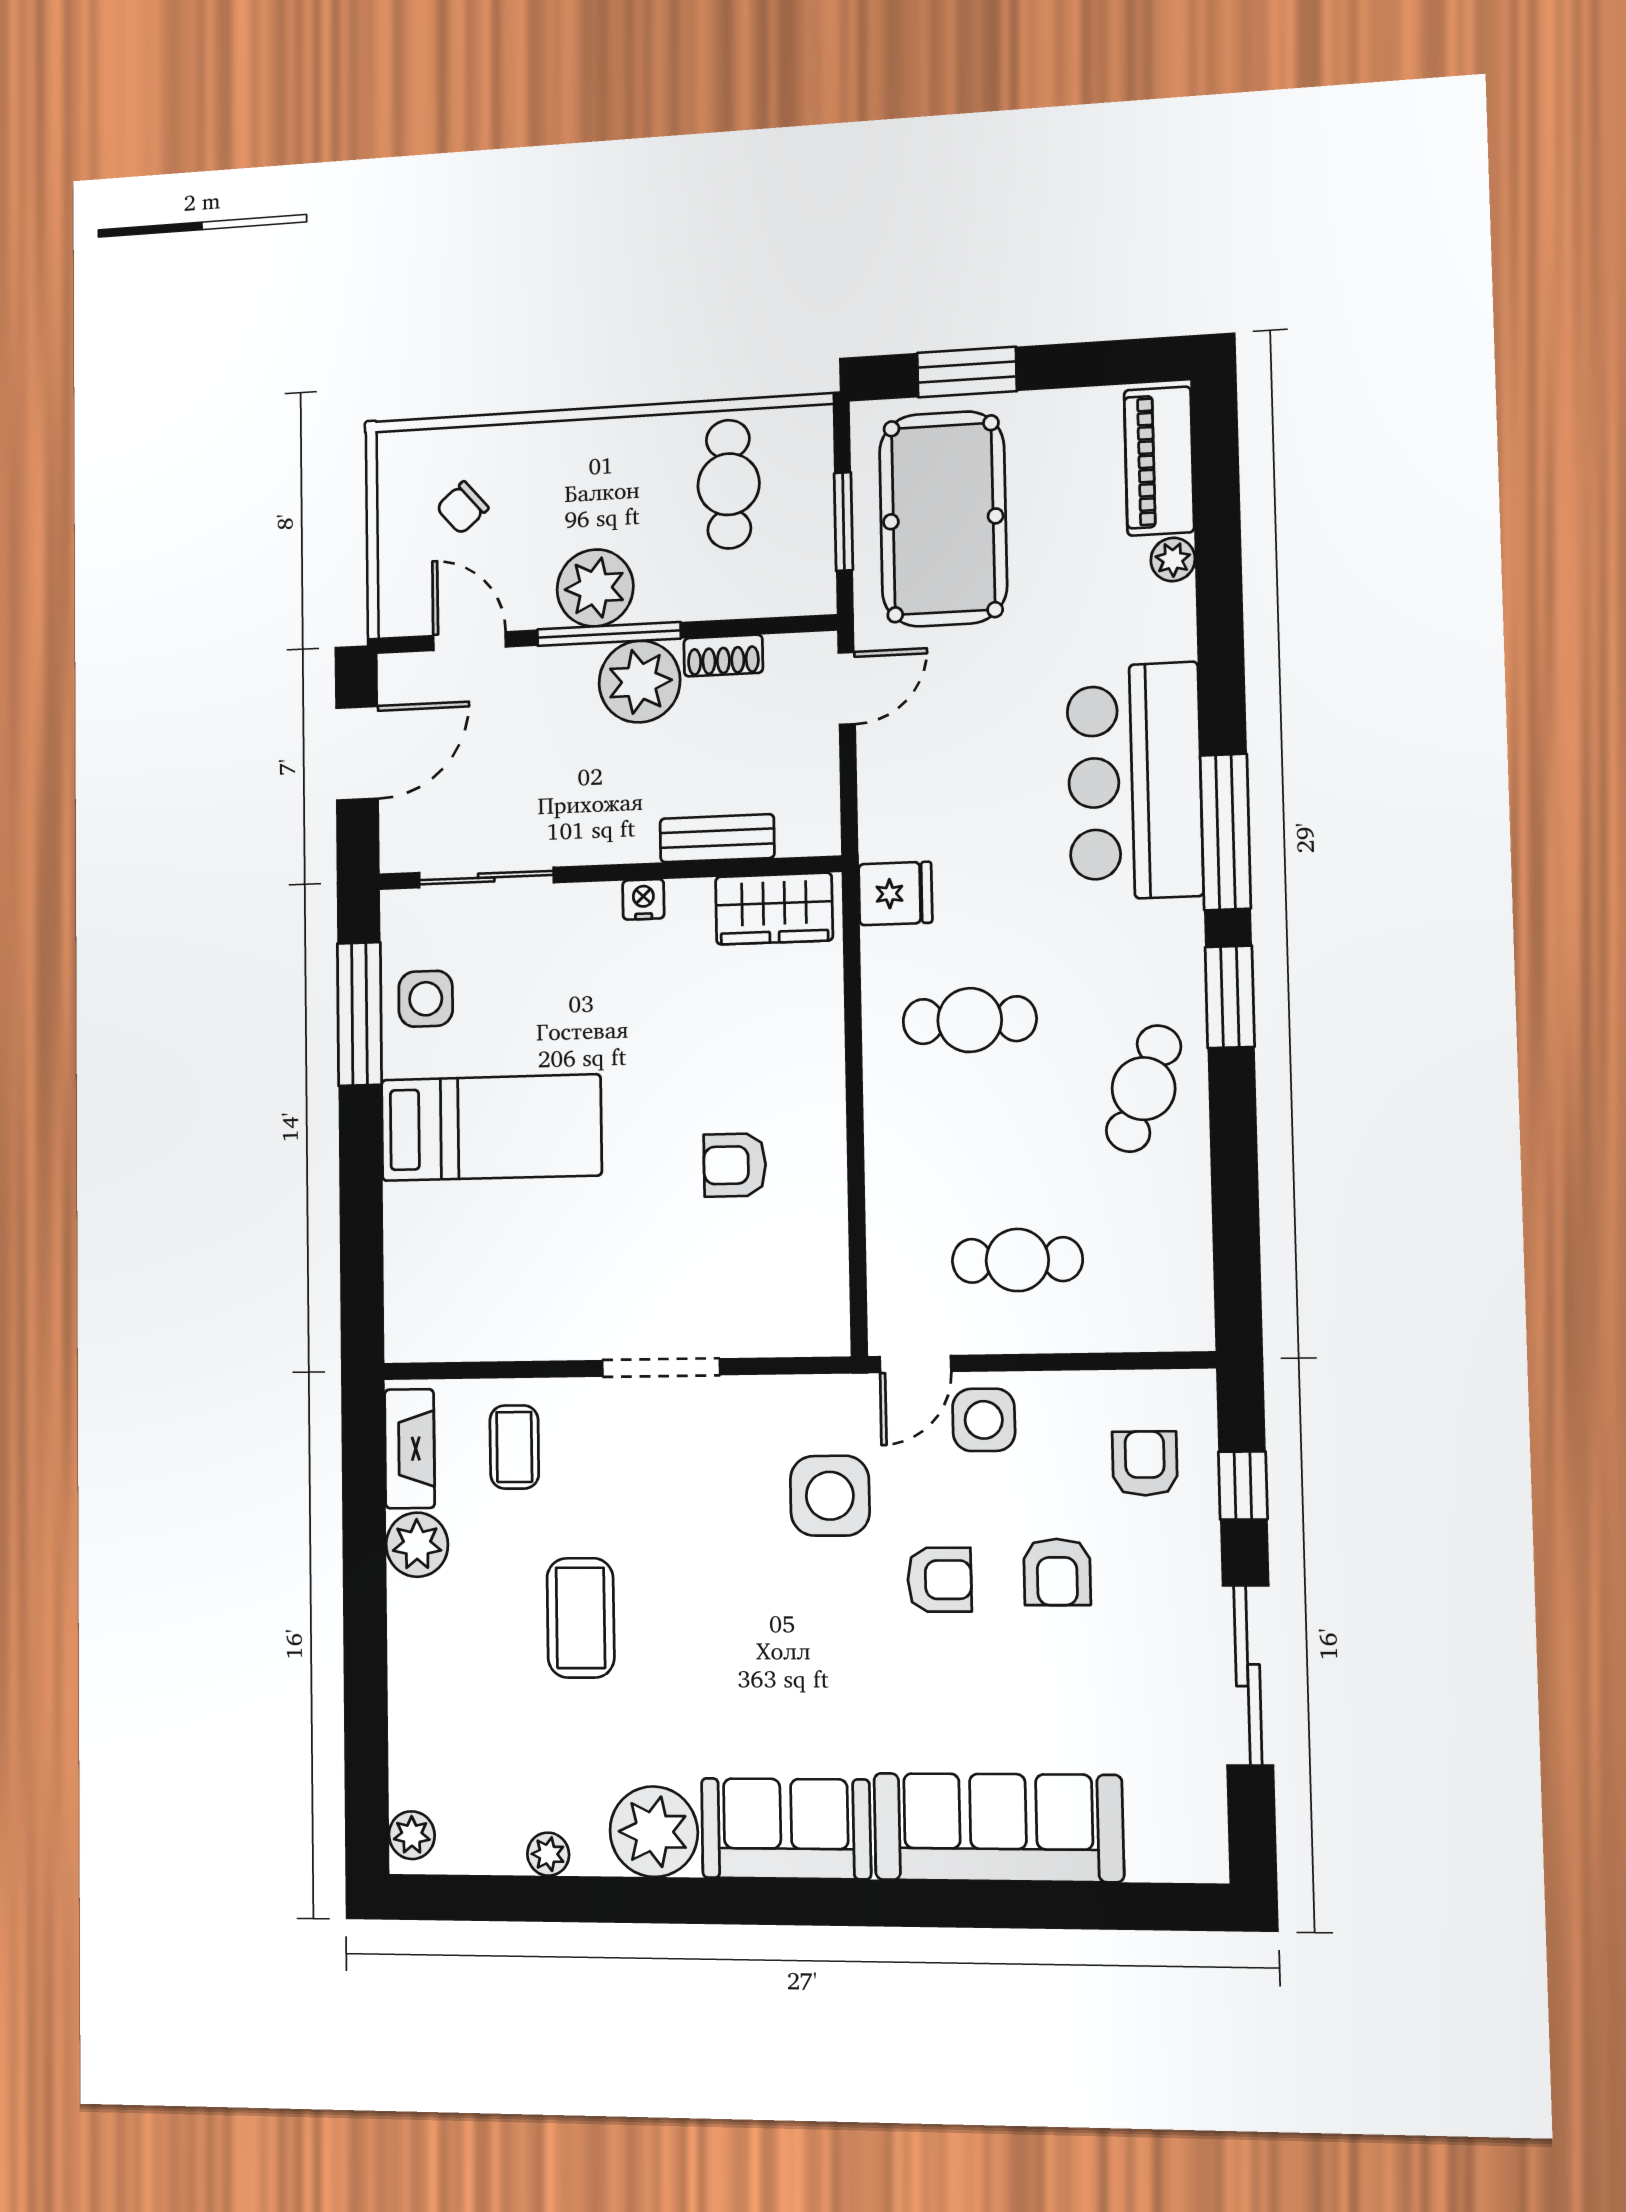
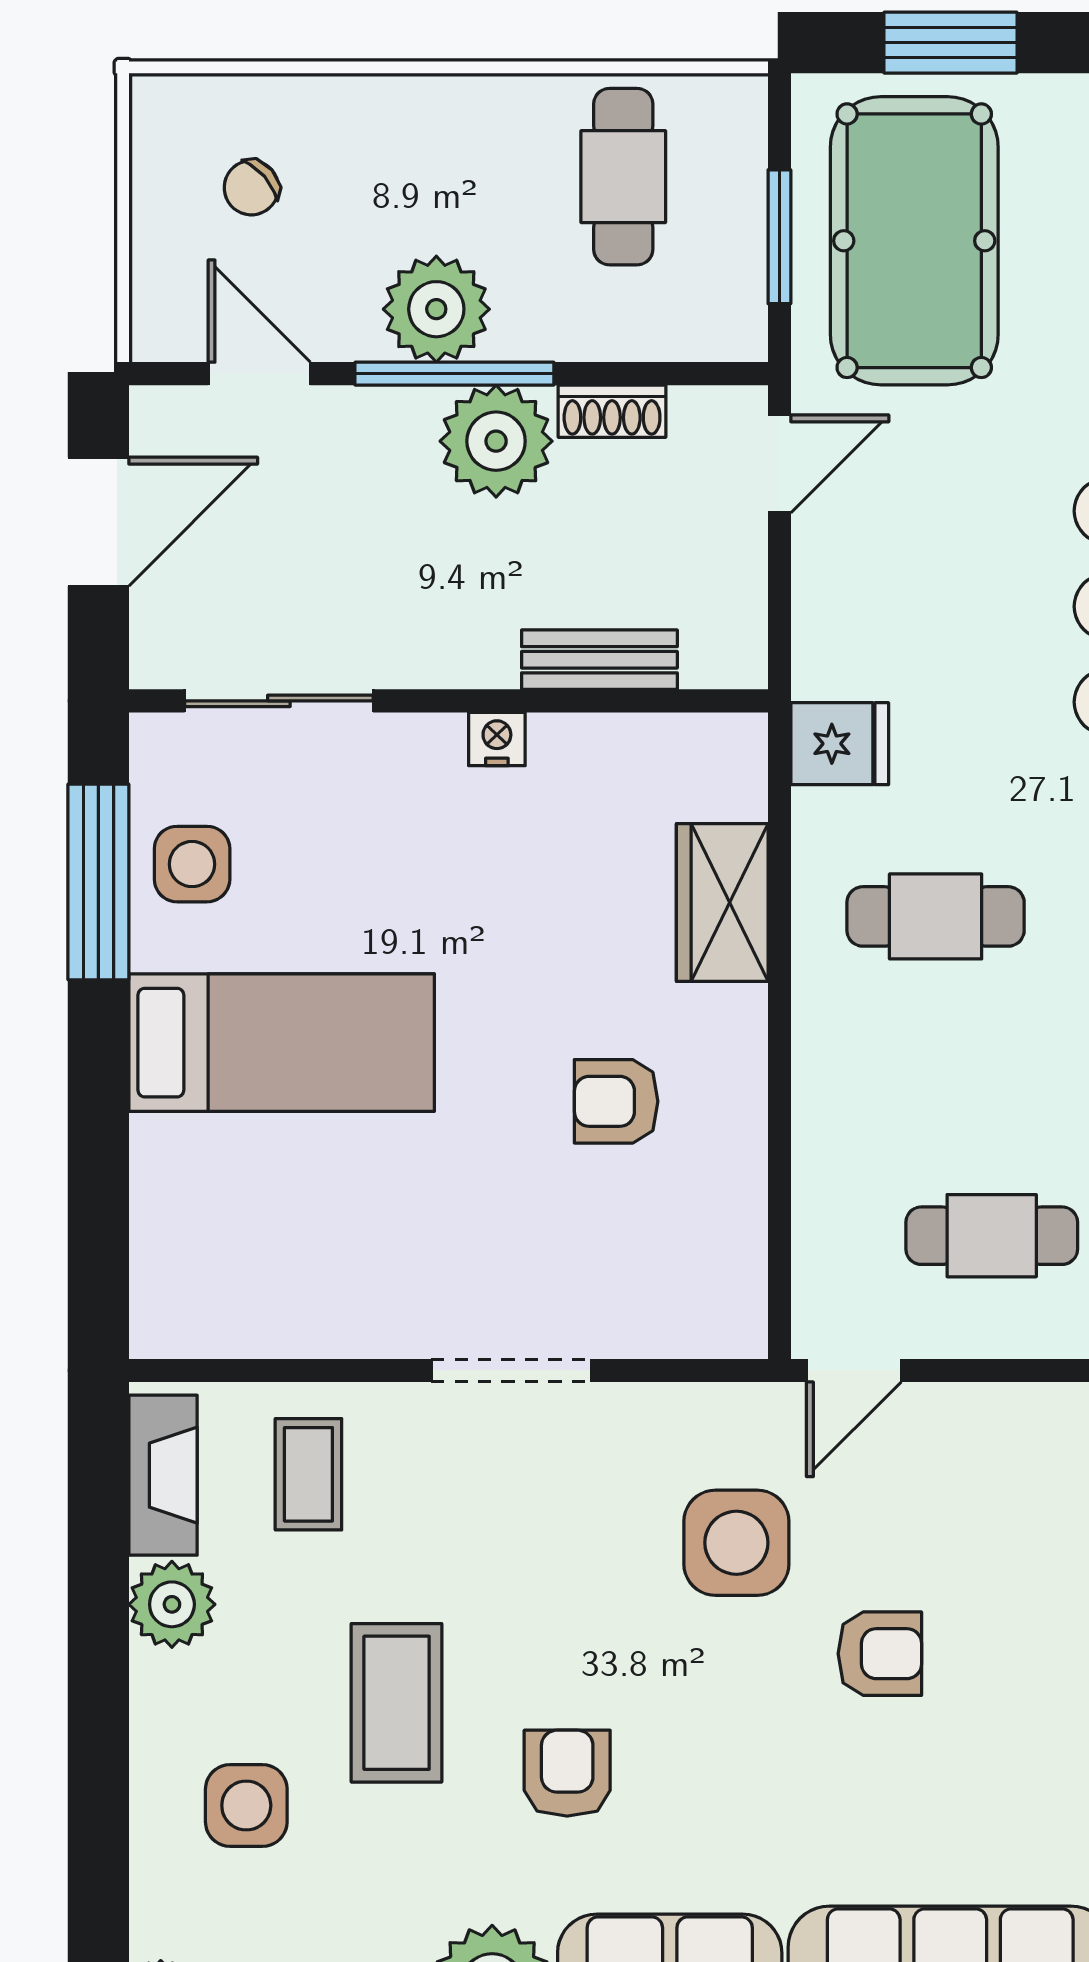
wardrobe: (774, 909) -> (722, 902), moved, turned 90
side table: (984, 1420) -> (246, 1805), moved
armchair: (1057, 1572) -> (567, 1773), moved, turned 180

